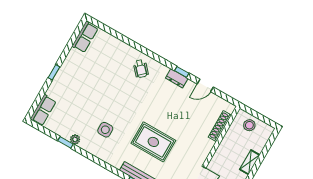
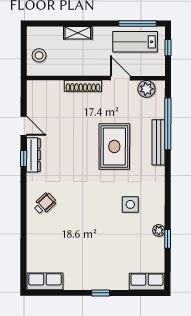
dresser: (177, 78) -> (33, 155), width x1.44
shoe rack: (220, 126) -> (83, 86), moved

